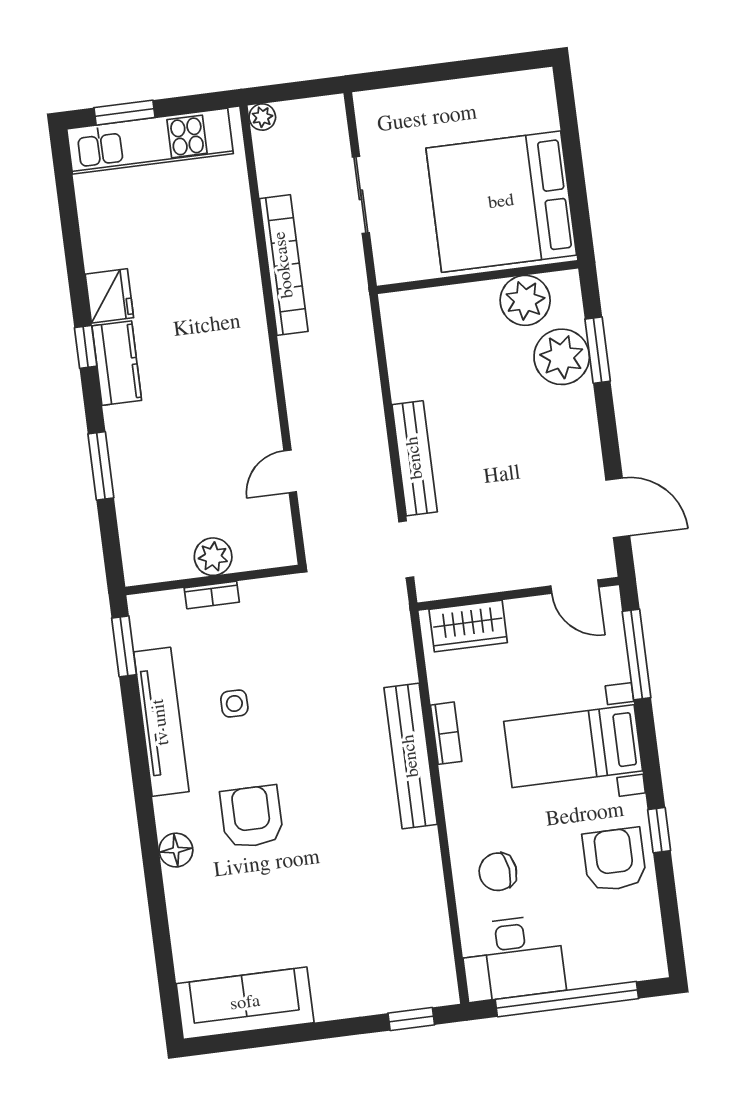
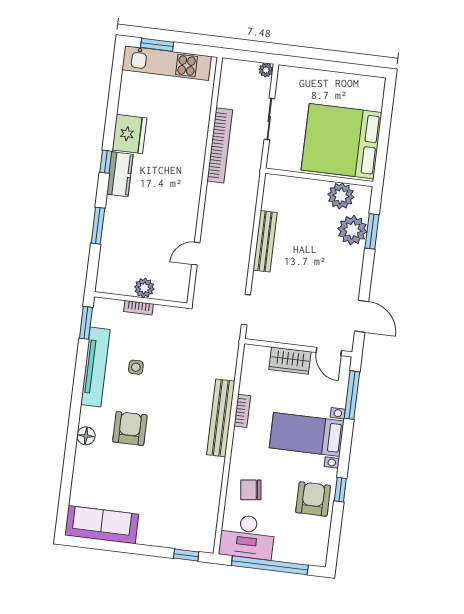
plant: (262, 117) -> (266, 70), moved
fridge: (109, 296) -> (129, 134), width x1.36, depth x1.34
bench: (415, 458) -> (265, 241), moved
wardrobe: (468, 626) -> (290, 361), moved

